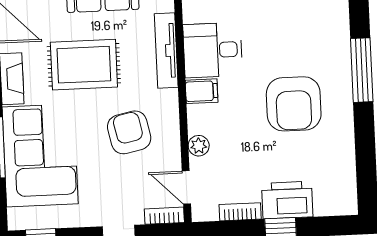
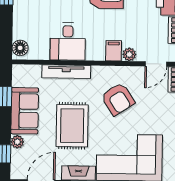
filing cabinet: (202, 91) -> (114, 51), moved
armchair: (129, 132) -> (118, 99), turned -111

